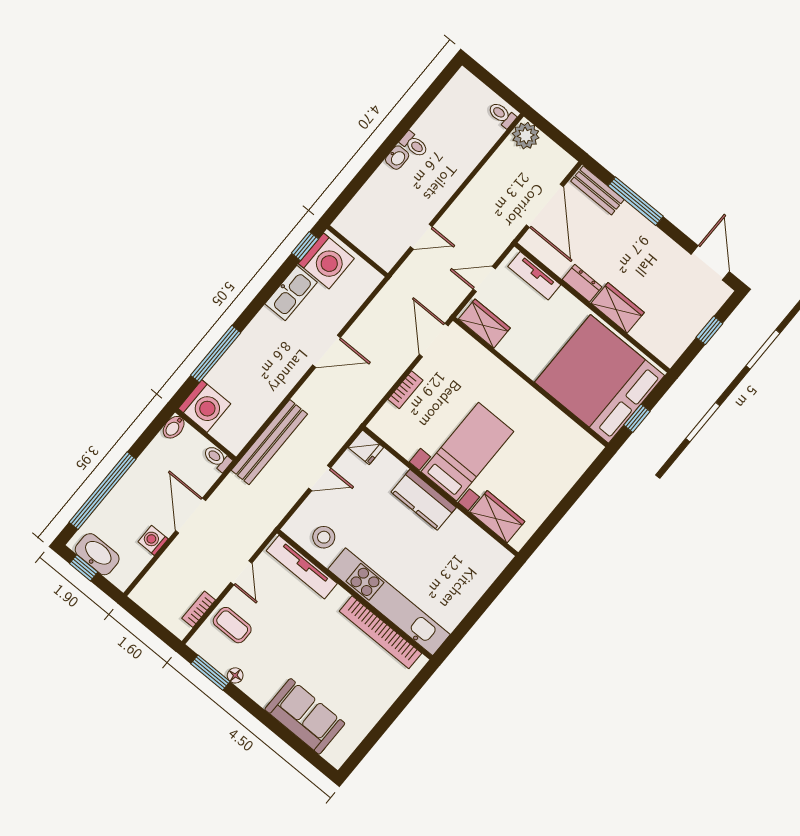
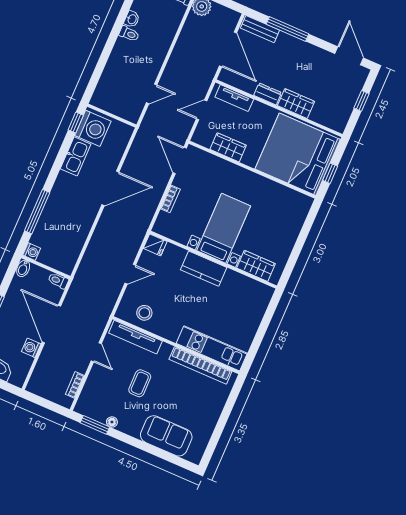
washbasin: (397, 158) -> (132, 19), moved
wardrobe: (484, 324) -> (228, 147), moved
door: (327, 351) -> (110, 188), width x1.36
washing machine: (204, 406) -> (32, 252), width x0.53, depth x0.53
bench: (269, 442) -> (90, 260), removed
door: (191, 516) -> (51, 324), width x1.36
kitchen unit: (389, 602) -> (212, 348), width x0.73
coffee table: (232, 625) -> (140, 383), moved, turned 90

